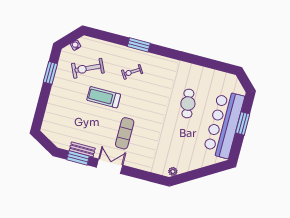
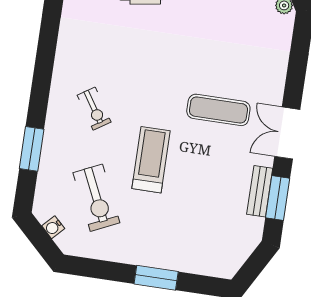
window: (139, 45) -> (32, 149), moved
window: (50, 73) -> (156, 278), moved
treadmill: (104, 97) -> (151, 160), turned 180

